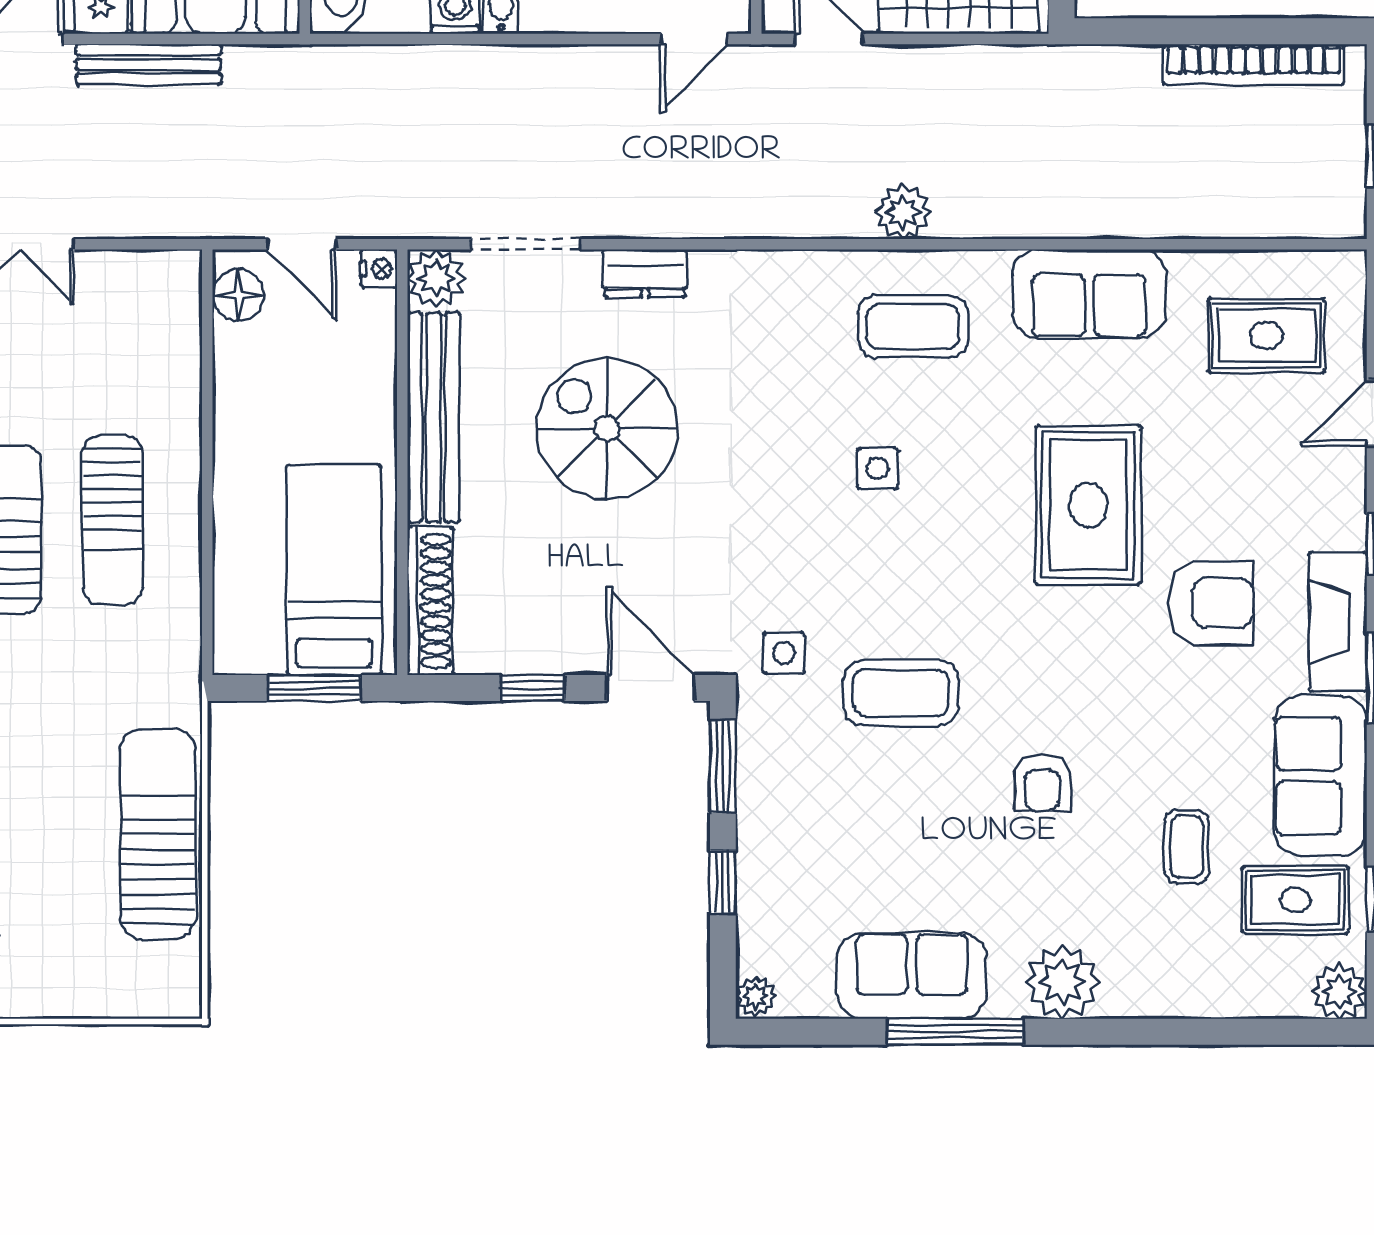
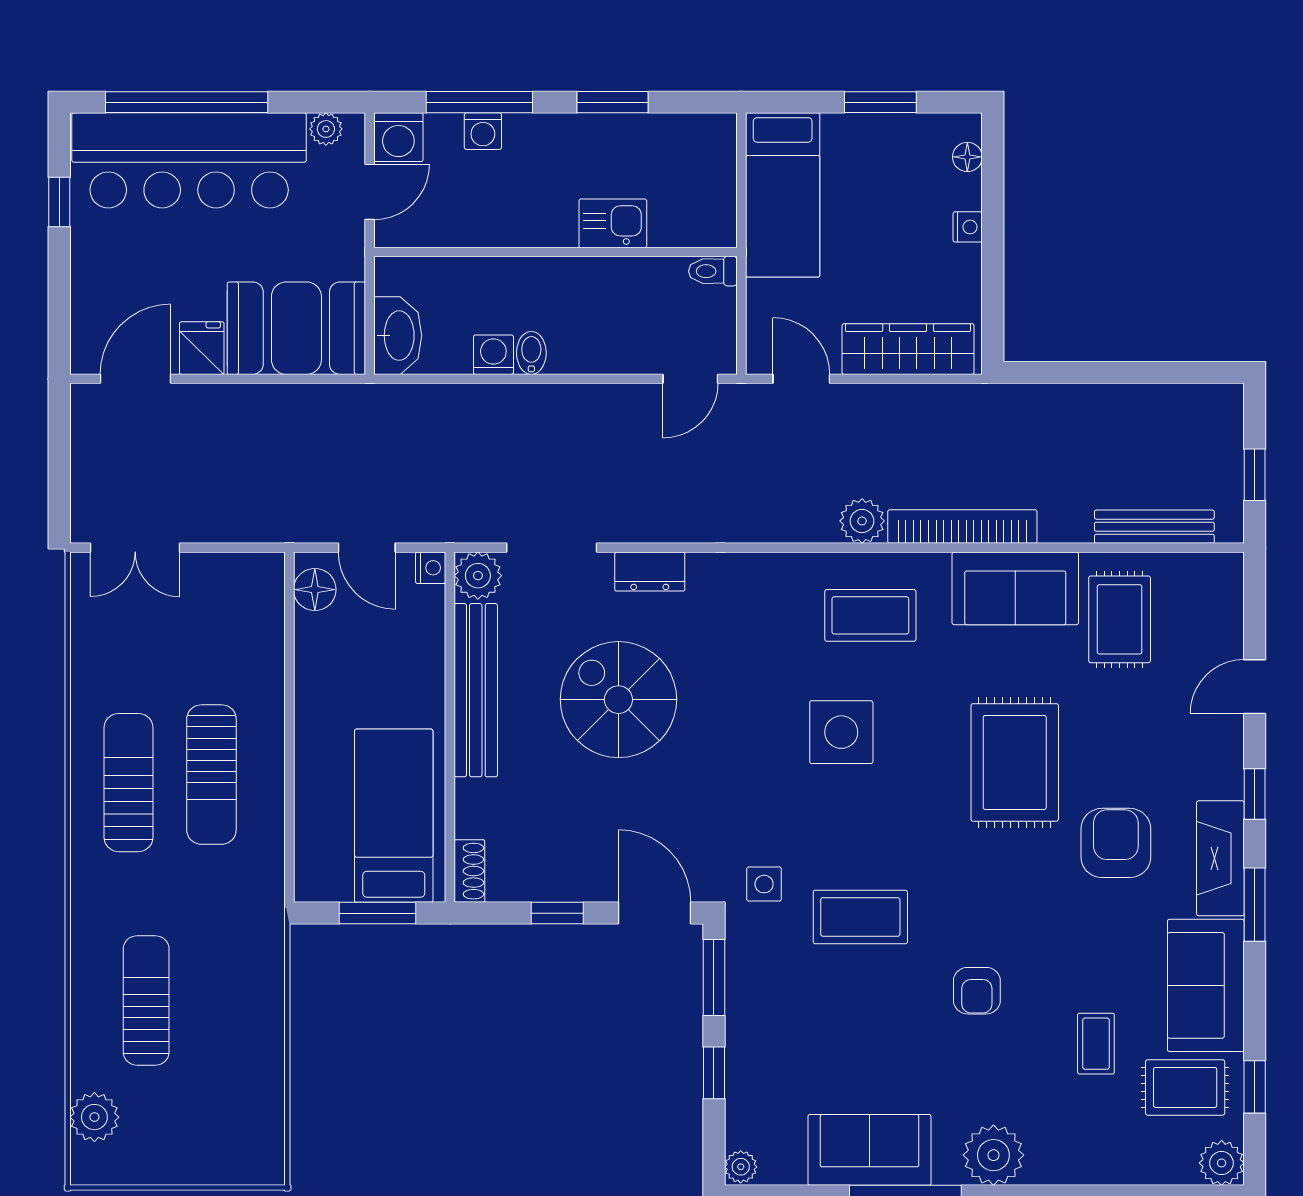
bench: (149, 64) -> (1154, 527), moved
bookcase: (1254, 65) -> (962, 527), moved, turned 180
rug: (1266, 336) -> (1120, 619), moved, turned 90
side table: (878, 468) -> (841, 732), width x1.87, depth x1.87
shoe rack: (430, 601) -> (469, 871), width x0.51, depth x0.81
armchair: (1211, 603) -> (1116, 843), turned -90
sun lounger: (158, 834) -> (146, 1000), moved, width x0.73, depth x0.75

